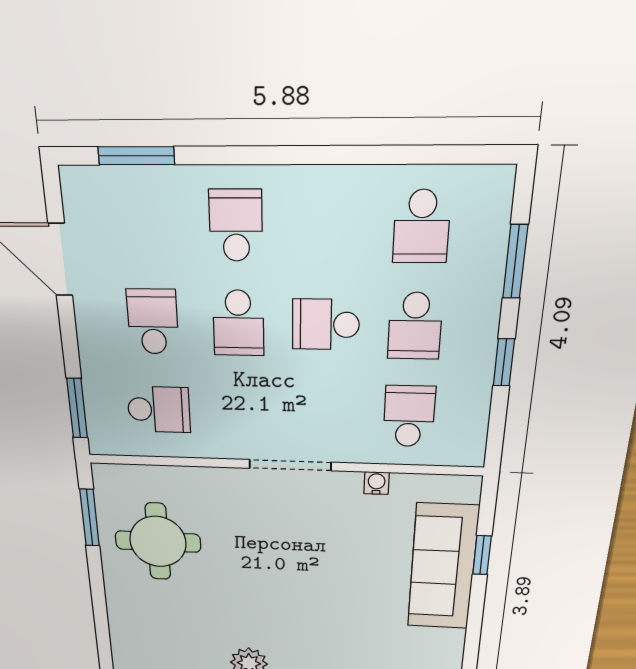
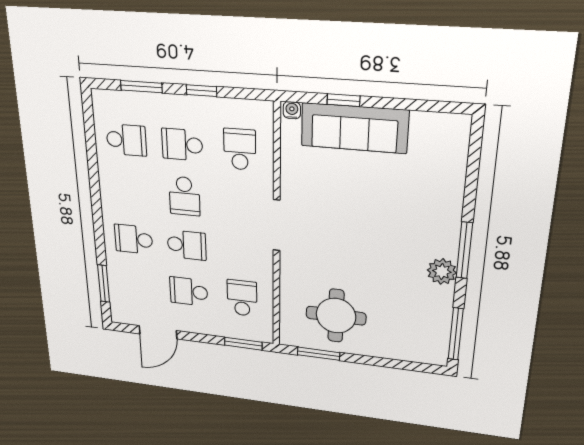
school desk: (415, 326) -> (182, 145), turned 180
school desk: (409, 416) -> (240, 149), turned 90
water cooler: (376, 483) -> (292, 110), moved, turned 90

